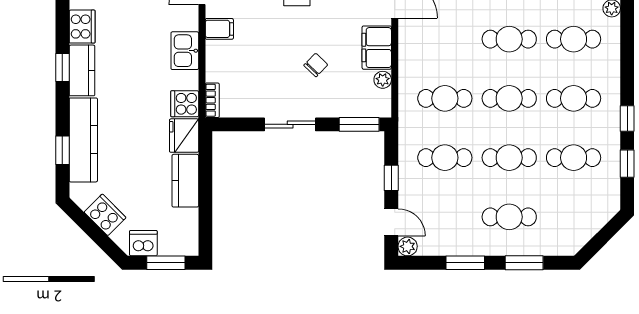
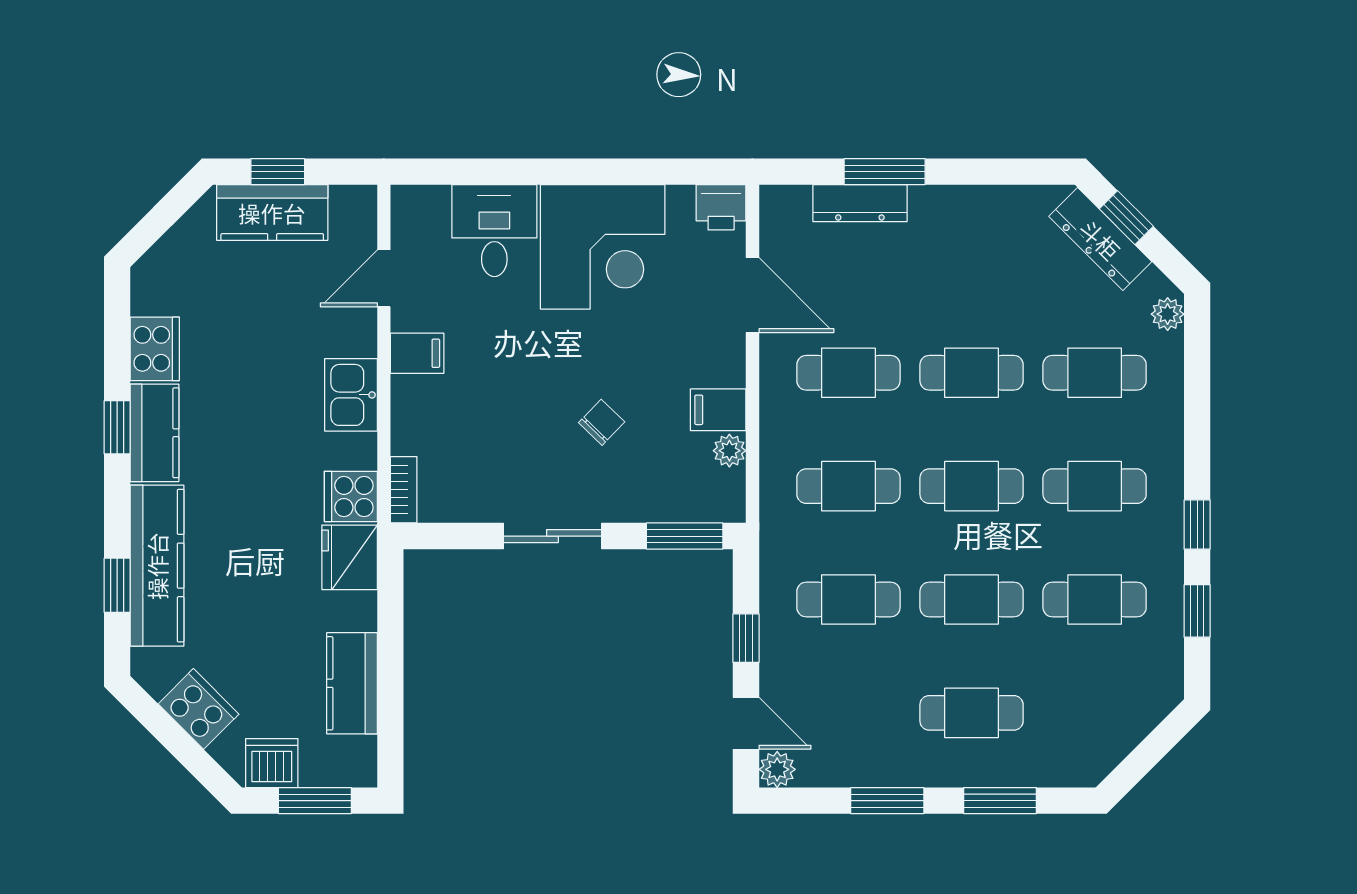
cafe table: (445, 39) -> (848, 373), added
filing cabinet: (377, 48) -> (718, 410), width x0.50
kitchen counter: (185, 181) -> (352, 683), moved

